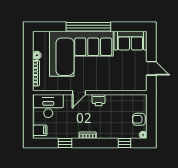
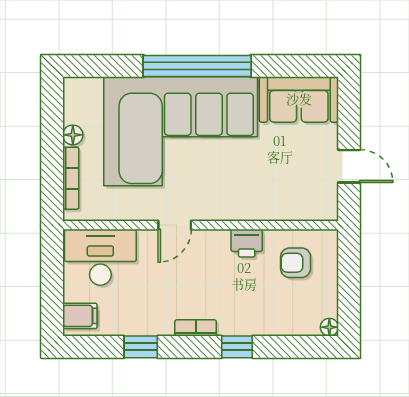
printer: (99, 100) -> (247, 243), moved
armchair: (139, 119) -> (296, 263), moved
window: (124, 143) -> (237, 347), moved

